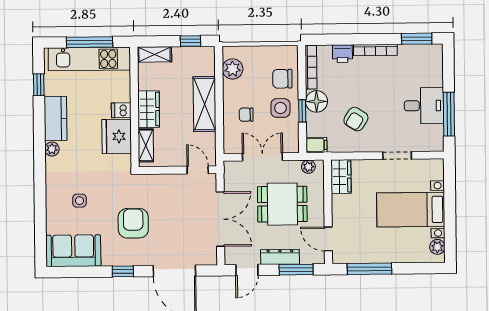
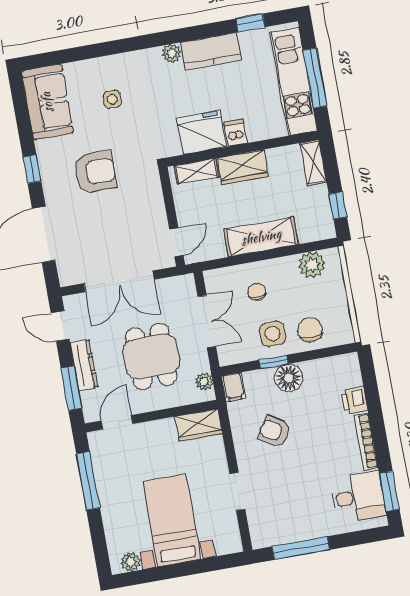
bookcase: (311, 67) -> (331, 364), removed
desk: (424, 106) -> (358, 497), moved, turned -90

